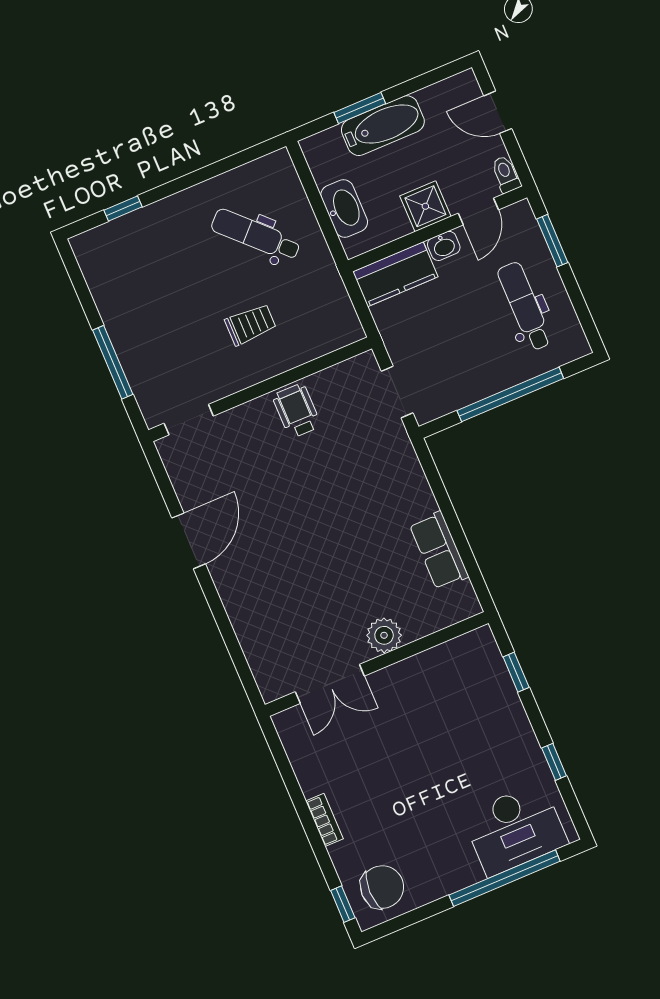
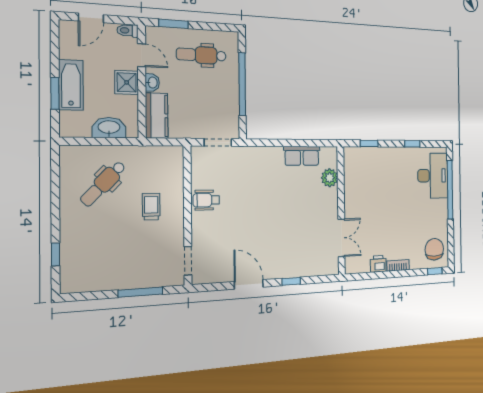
window: (221, 617) -> (291, 281), added
plant: (384, 635) -> (330, 178), moved
printer: (312, 777) -> (378, 264), added

